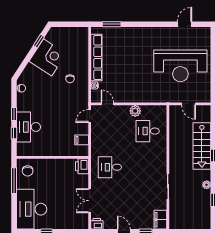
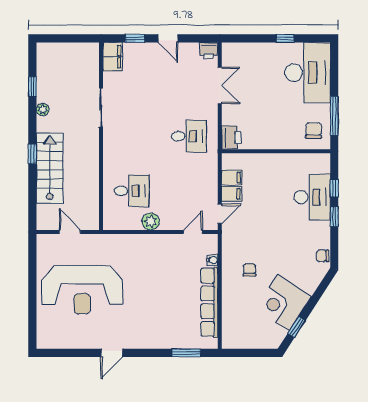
door: (185, 24) -> (112, 353), moved
reception desk: (180, 66) -> (82, 290), turned 180
door: (107, 104) -> (193, 232), swing flipped
filing cabinet: (82, 129) -> (232, 194), added

